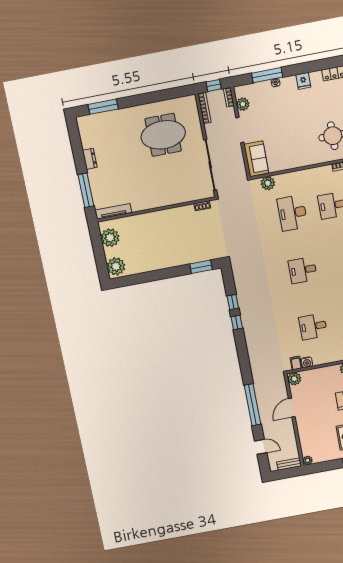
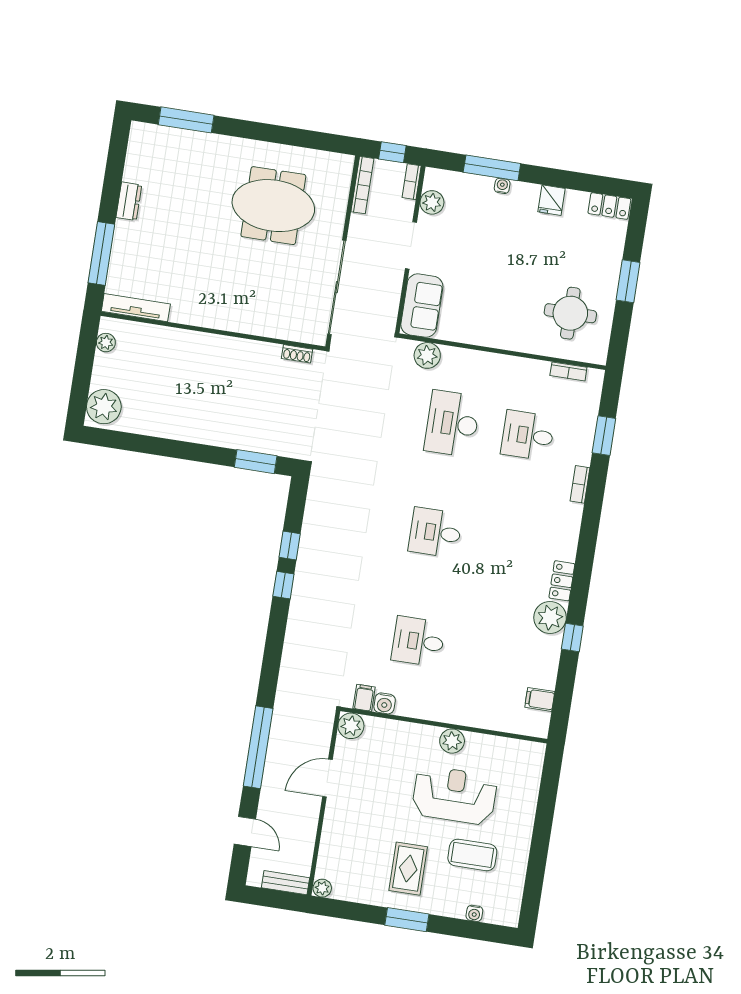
plant: (110, 238) -> (106, 343), width x0.53, depth x0.53

